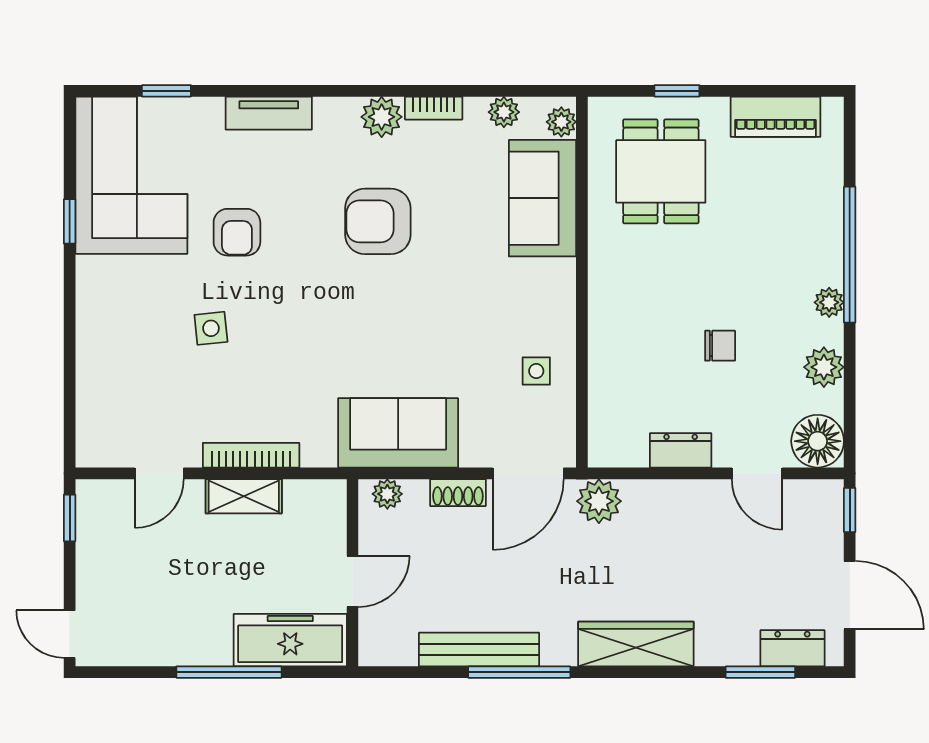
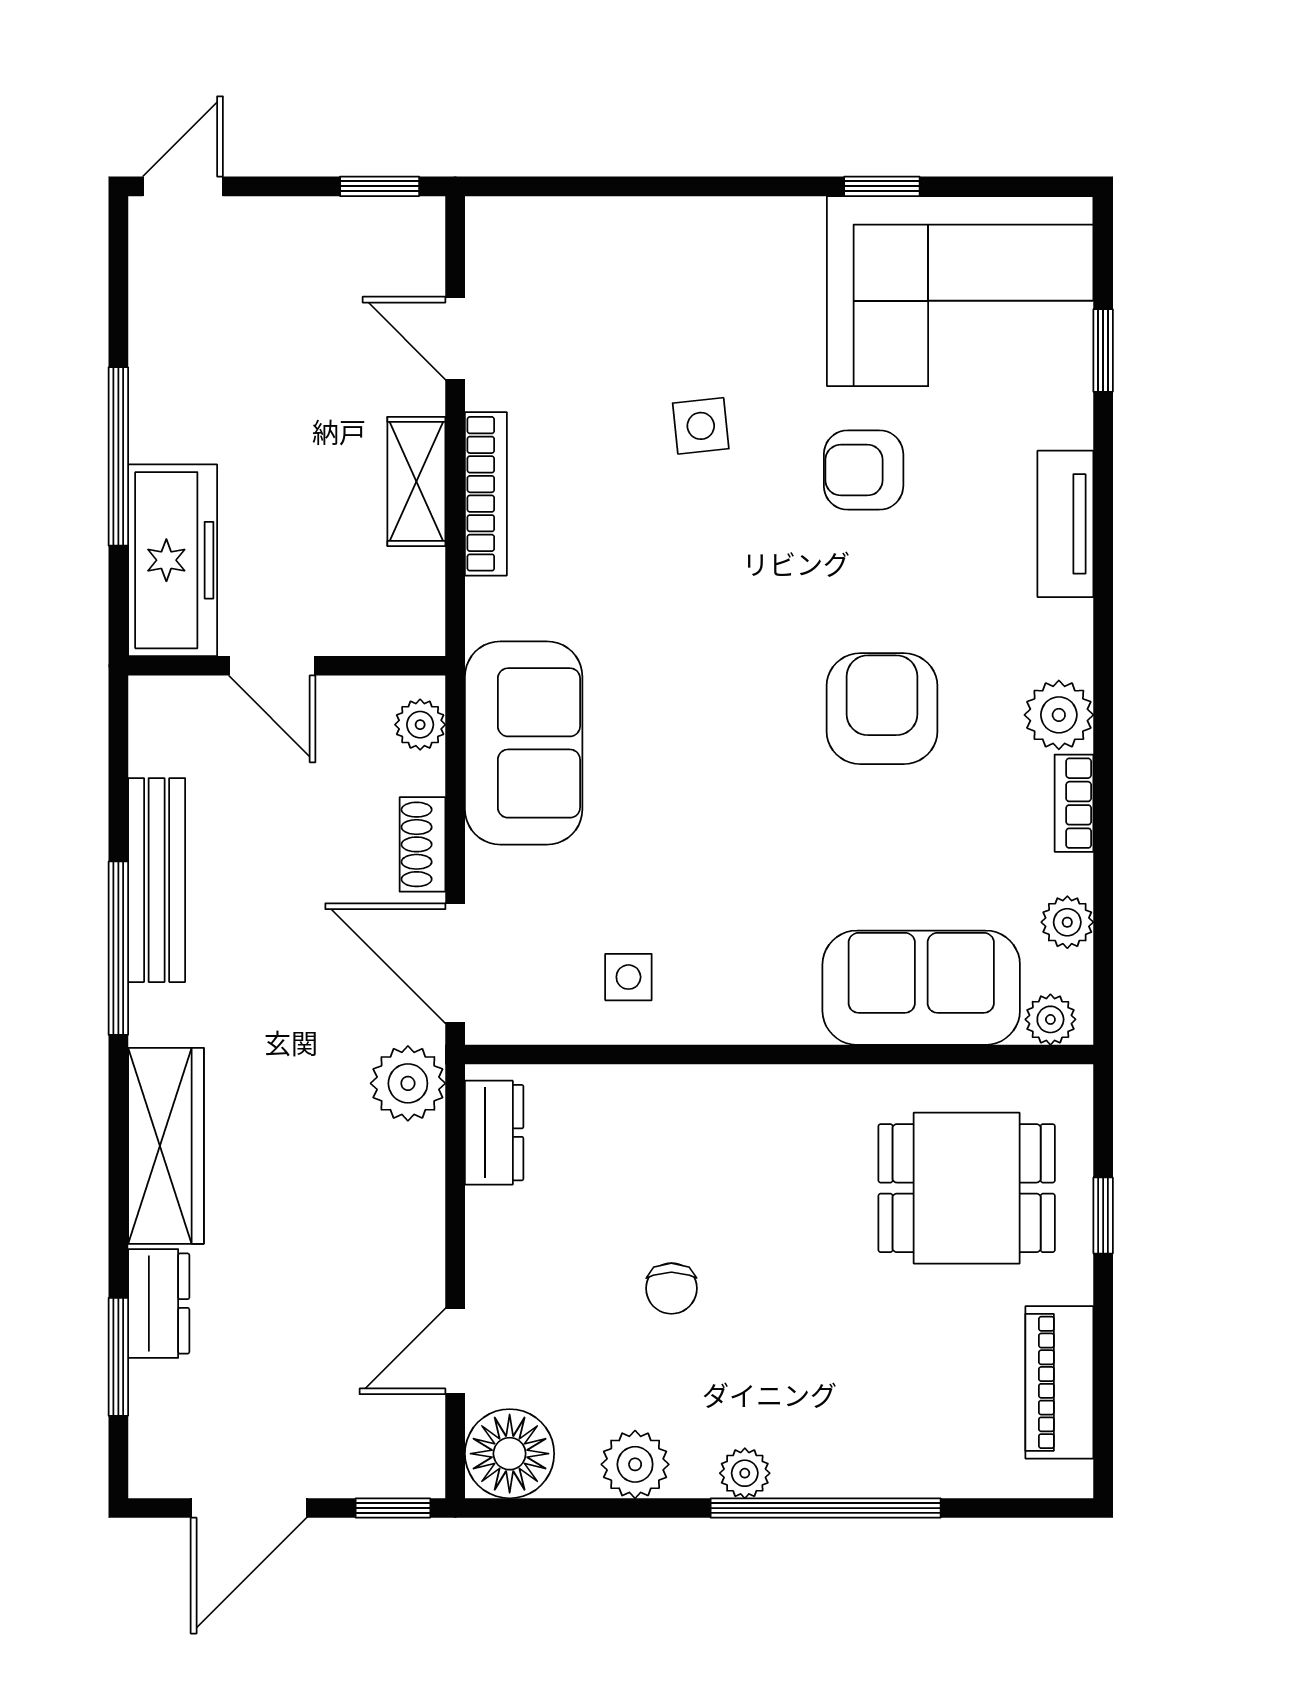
dresser: (681, 450) -> (494, 1133), moved
dresser: (792, 648) -> (159, 1304), moved

